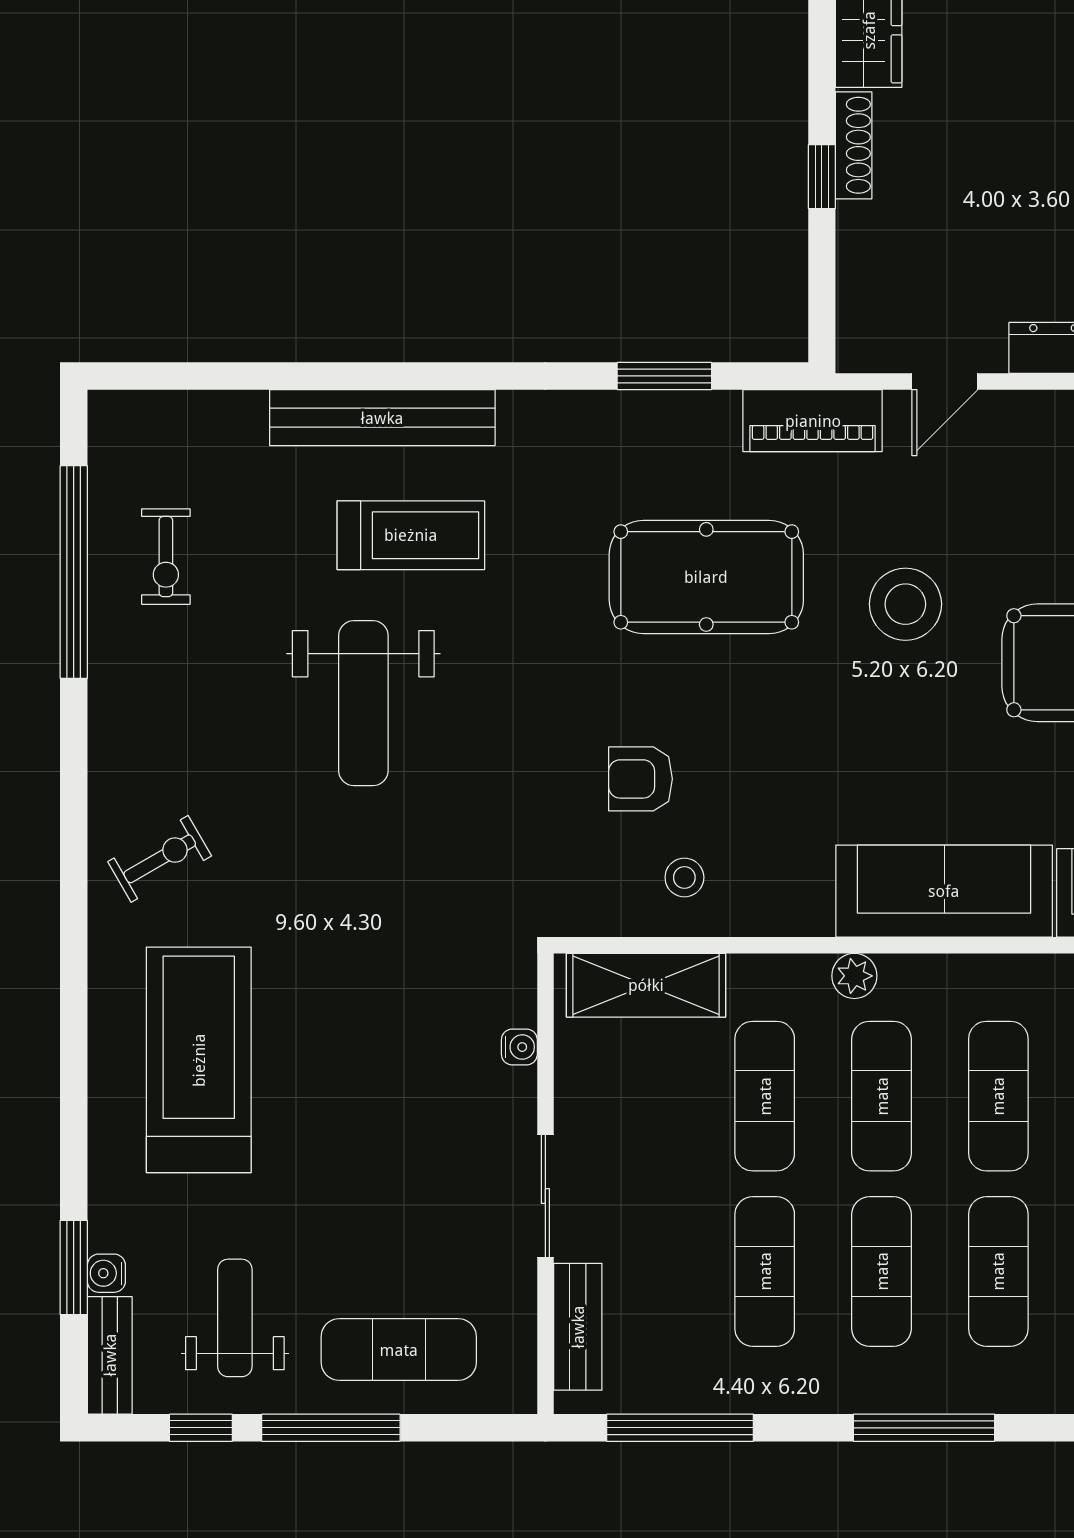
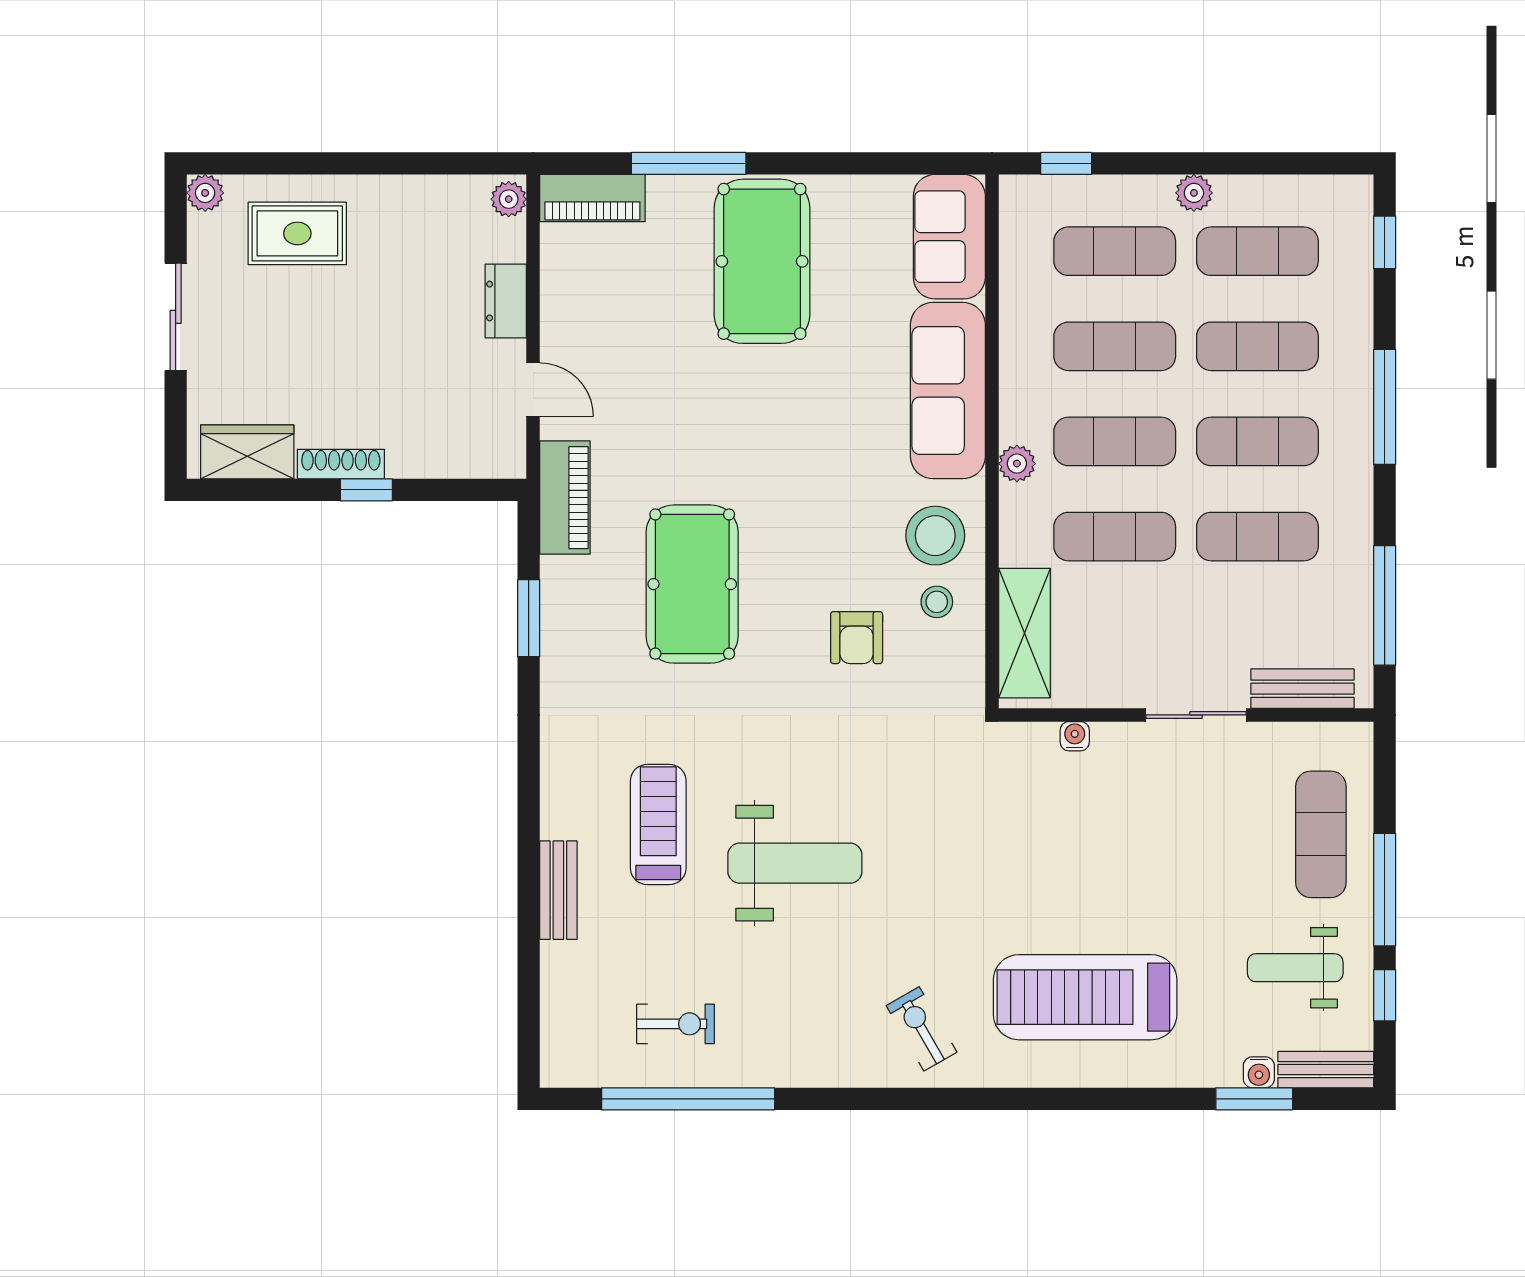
bench: (382, 418) -> (558, 890), width x0.54, depth x0.82
stool: (905, 604) -> (935, 536), moved

